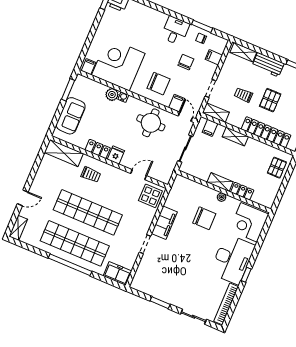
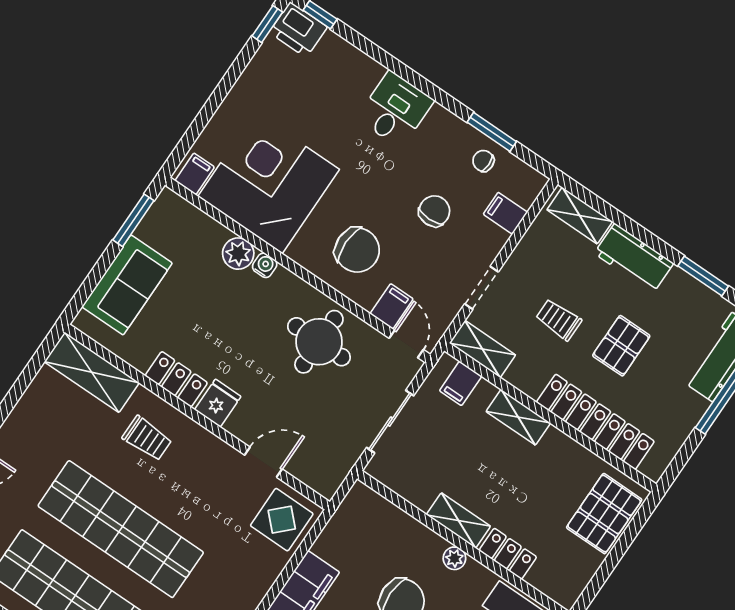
desk: (175, 31) -> (395, 109), moved
pallet: (277, 168) -> (604, 514), width x1.50, depth x1.42

